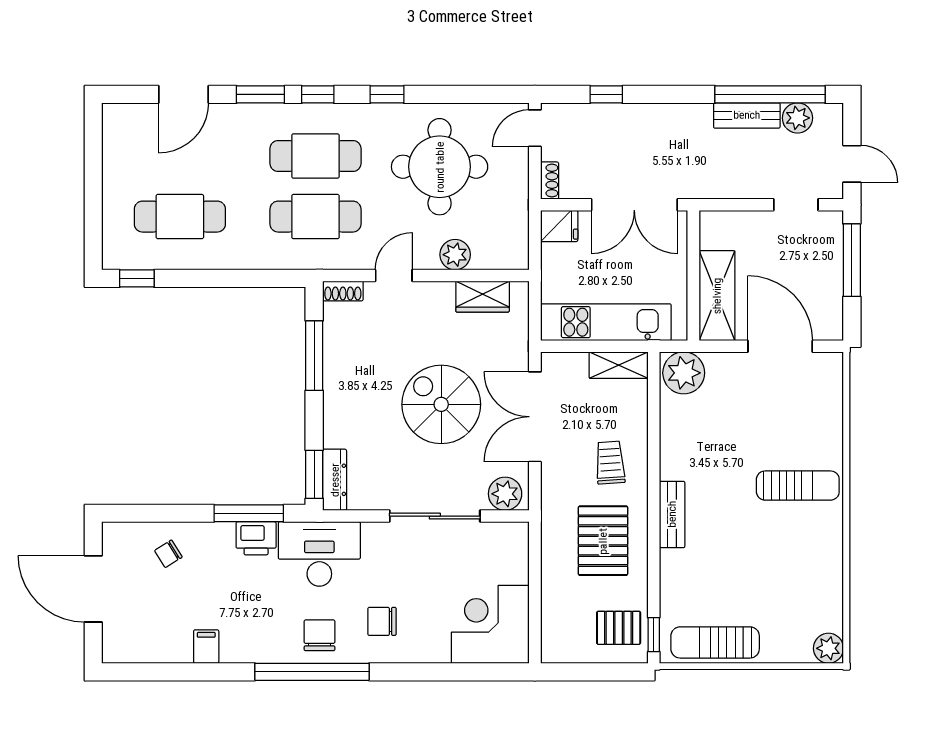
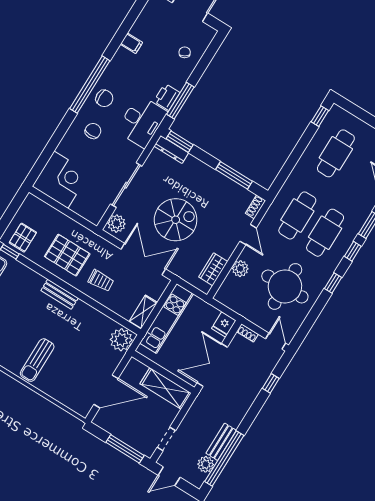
shelving: (717, 296) -> (166, 388), moved

